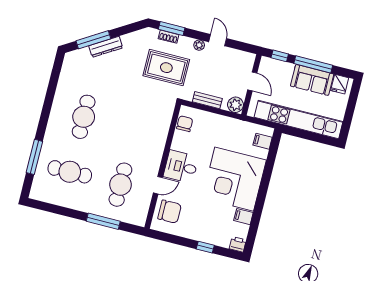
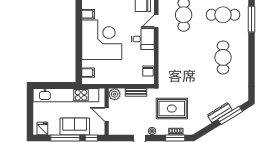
sofa: (312, 80) -> (75, 126), moved

